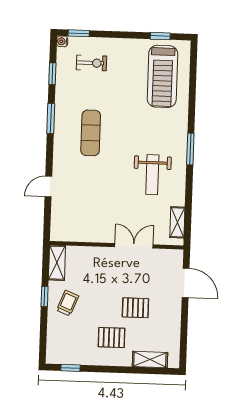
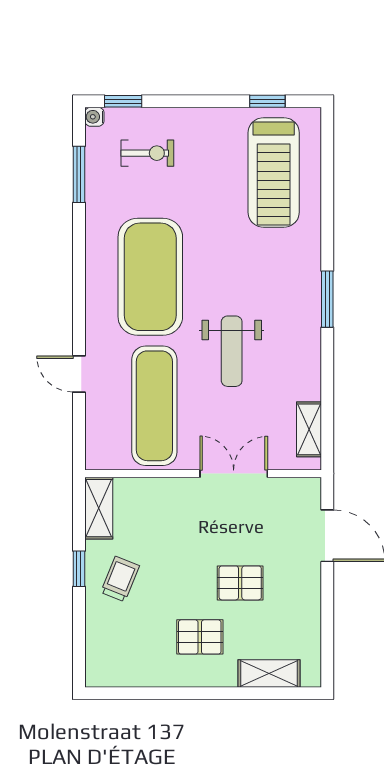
window: (52, 74) -> (79, 174), width x1.50
window: (51, 119) -> (79, 254), removed
exercise mat: (91, 133) -> (150, 277), width x2.00, depth x1.45
weight bench: (152, 175) -> (232, 351), moved
door: (48, 187) -> (79, 374), hinge flipped
exercise mat: (90, 206) -> (154, 406), added
window: (70, 368) -> (129, 693), removed

